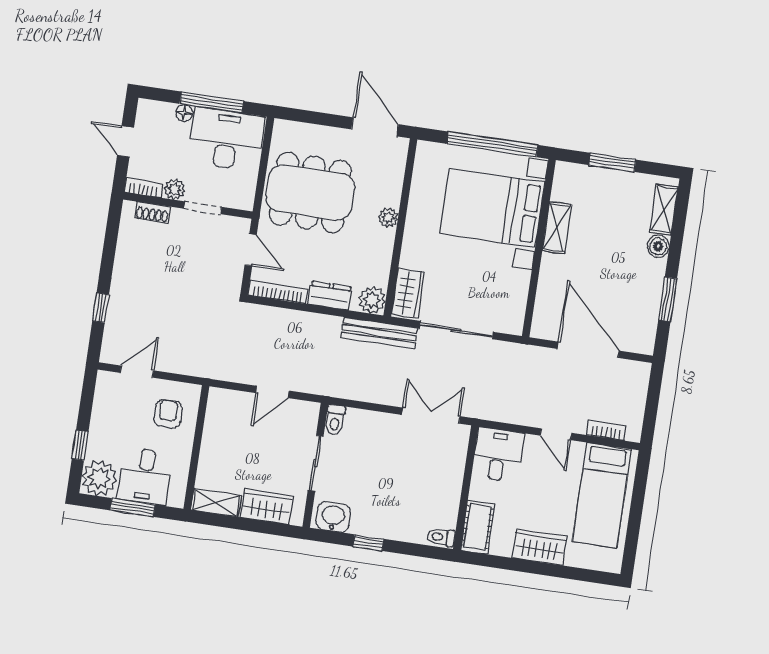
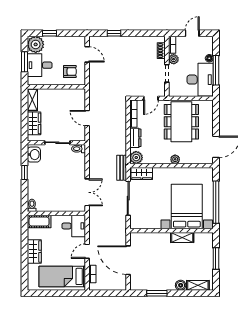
bench: (379, 333) -> (122, 168), width x0.73
door: (588, 350) -> (128, 260), swing flipped

